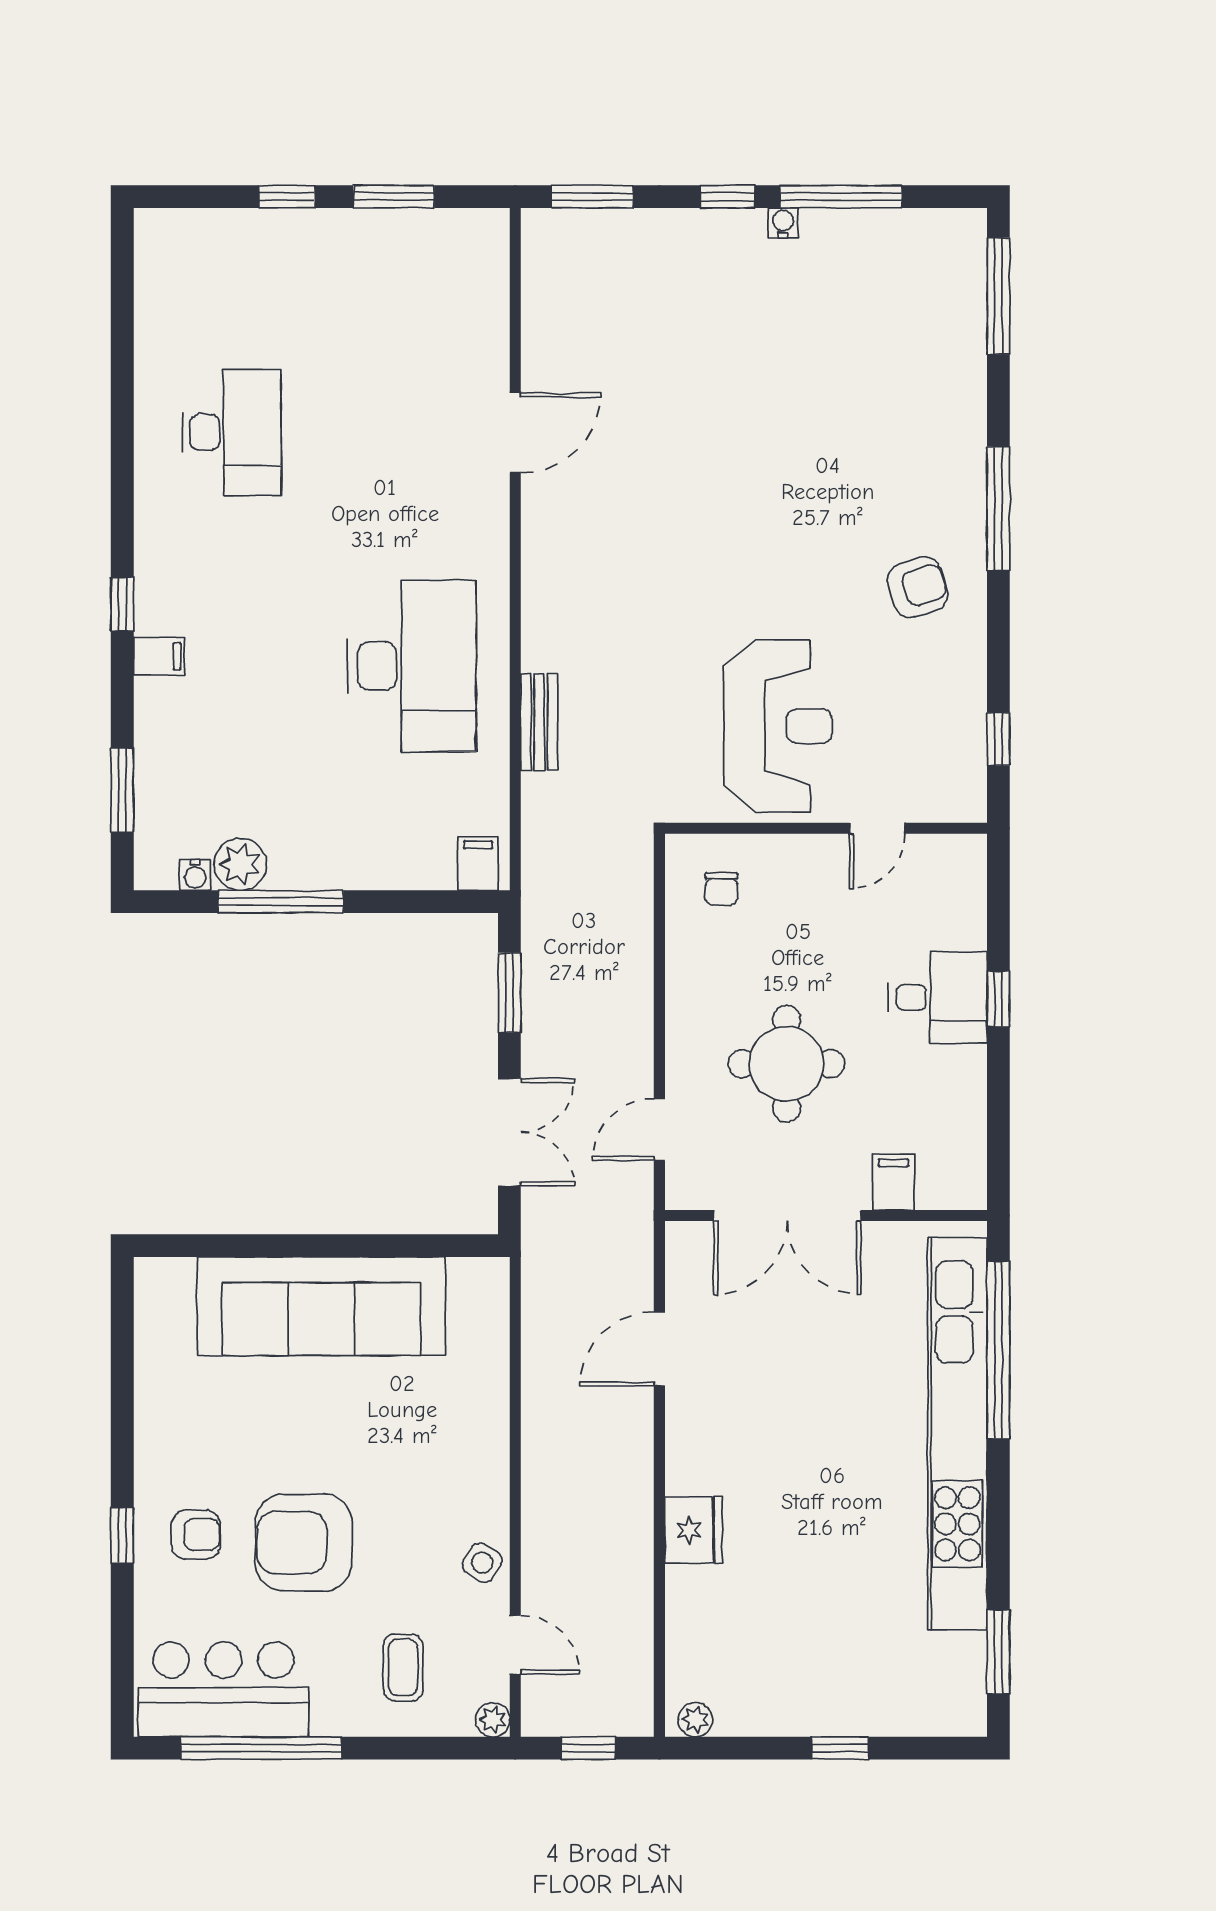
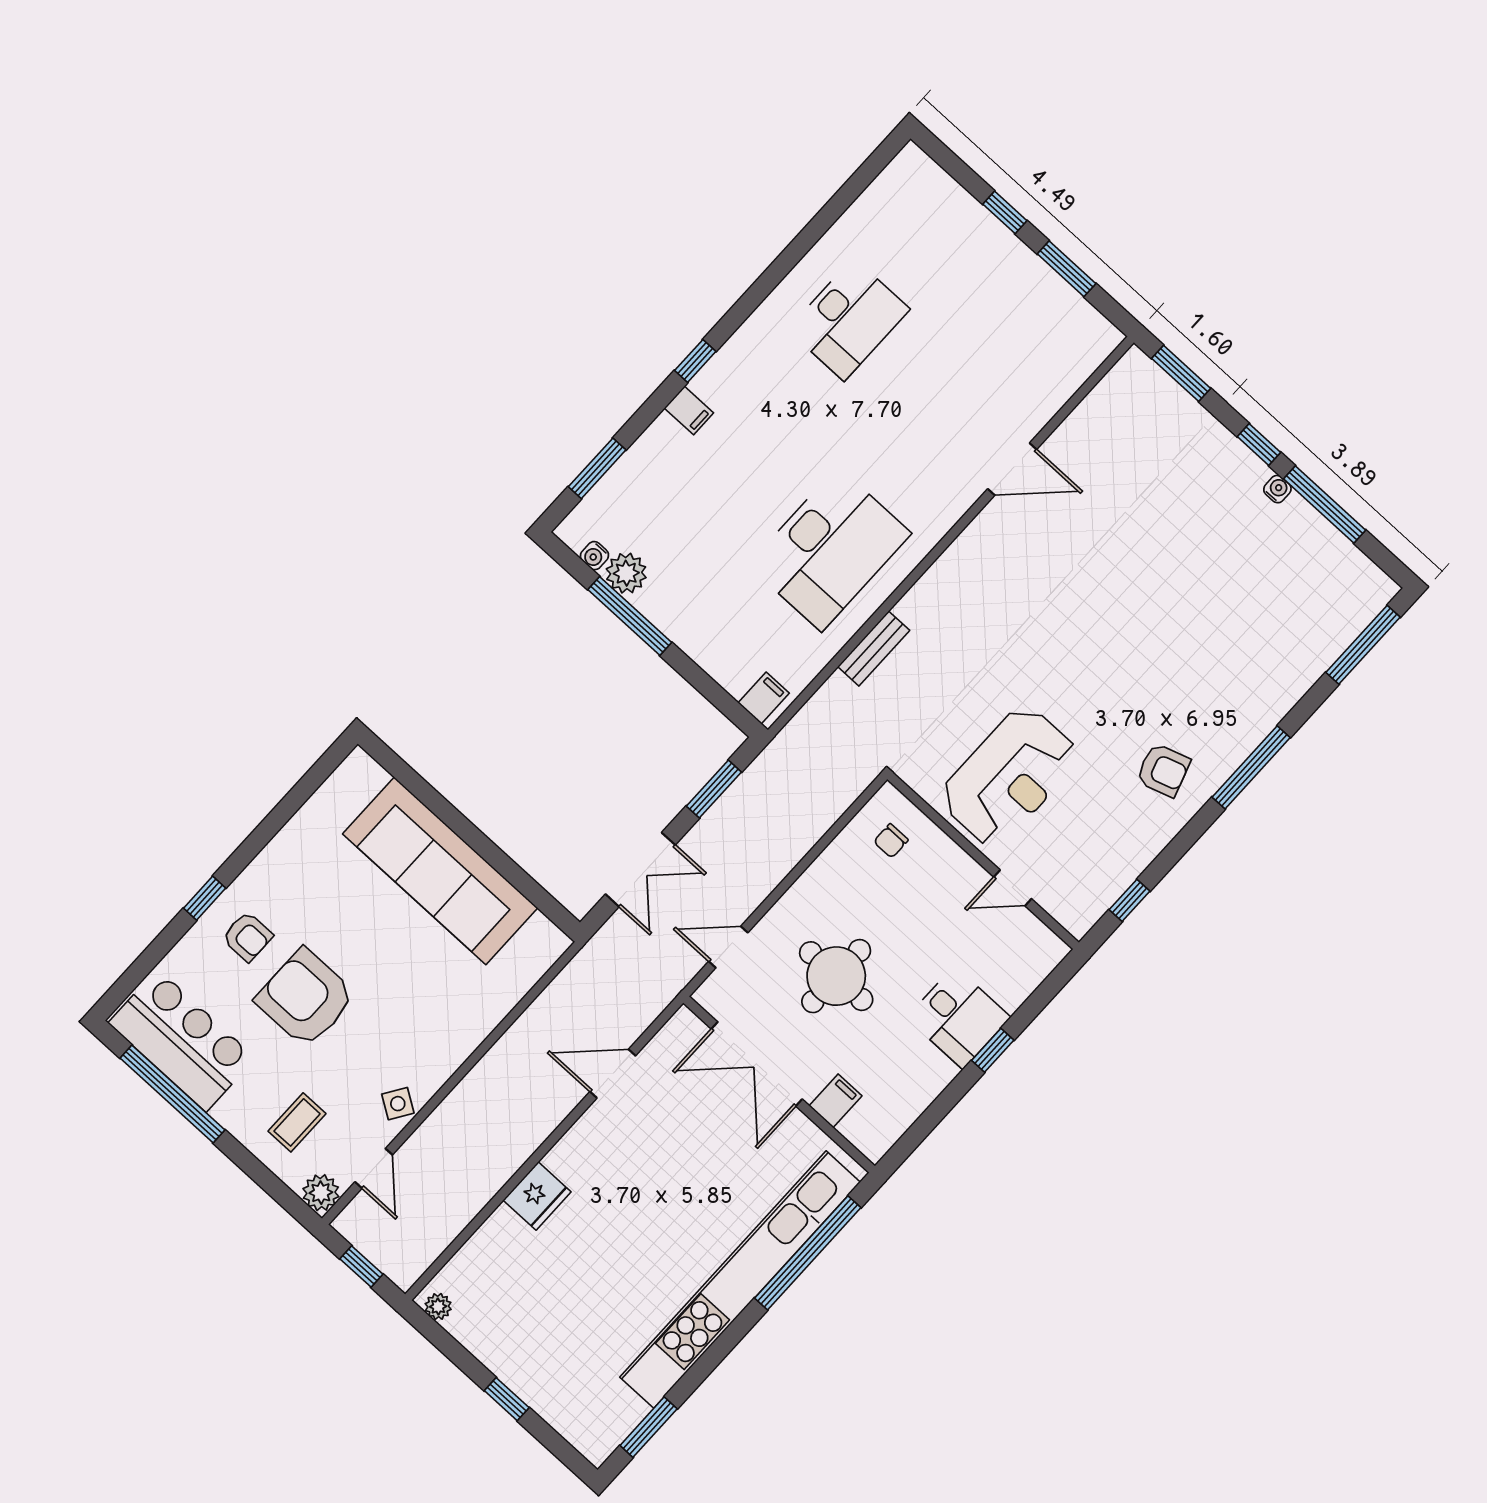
plant: (493, 1720) -> (321, 1193), width x1.38, depth x1.38

